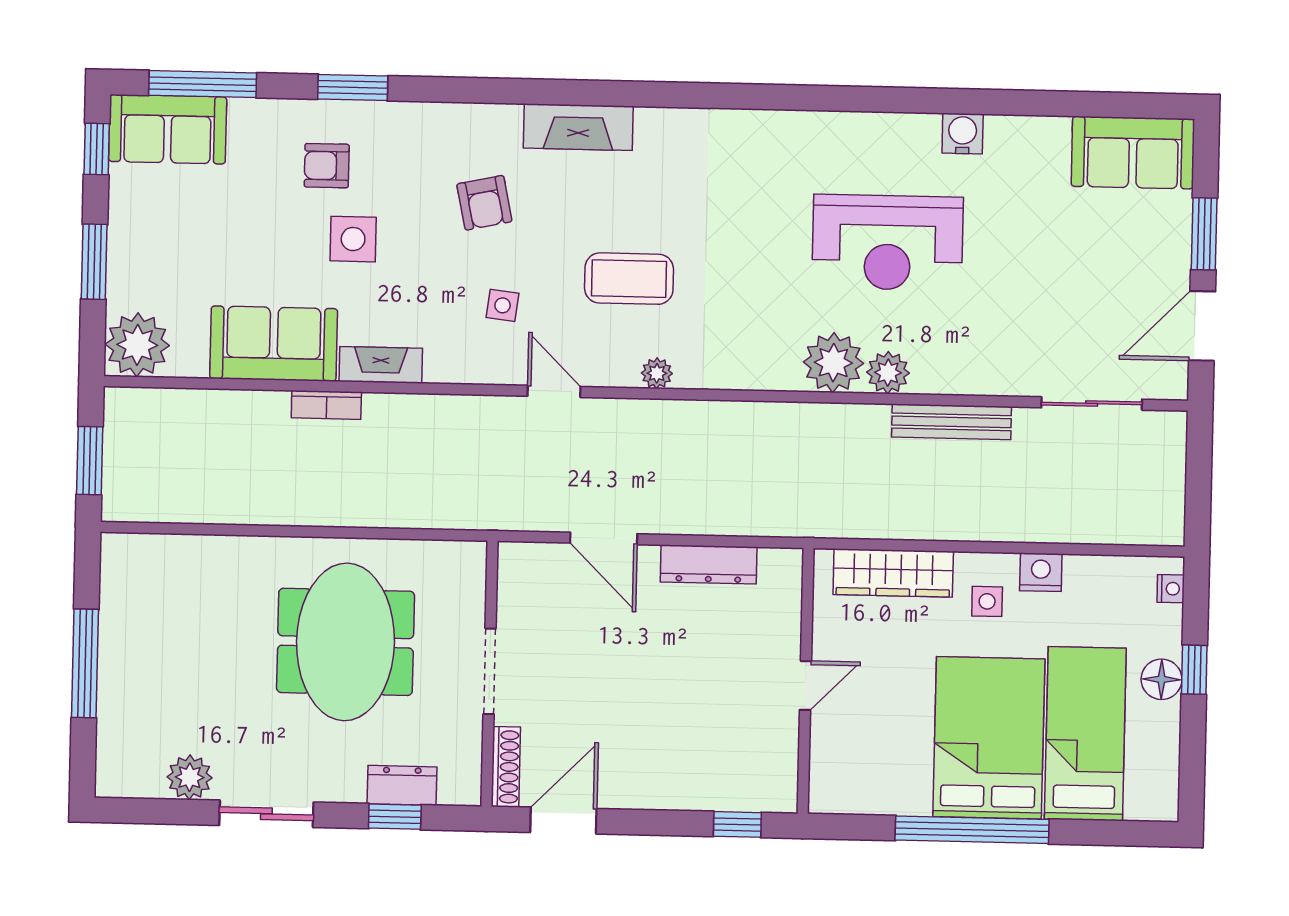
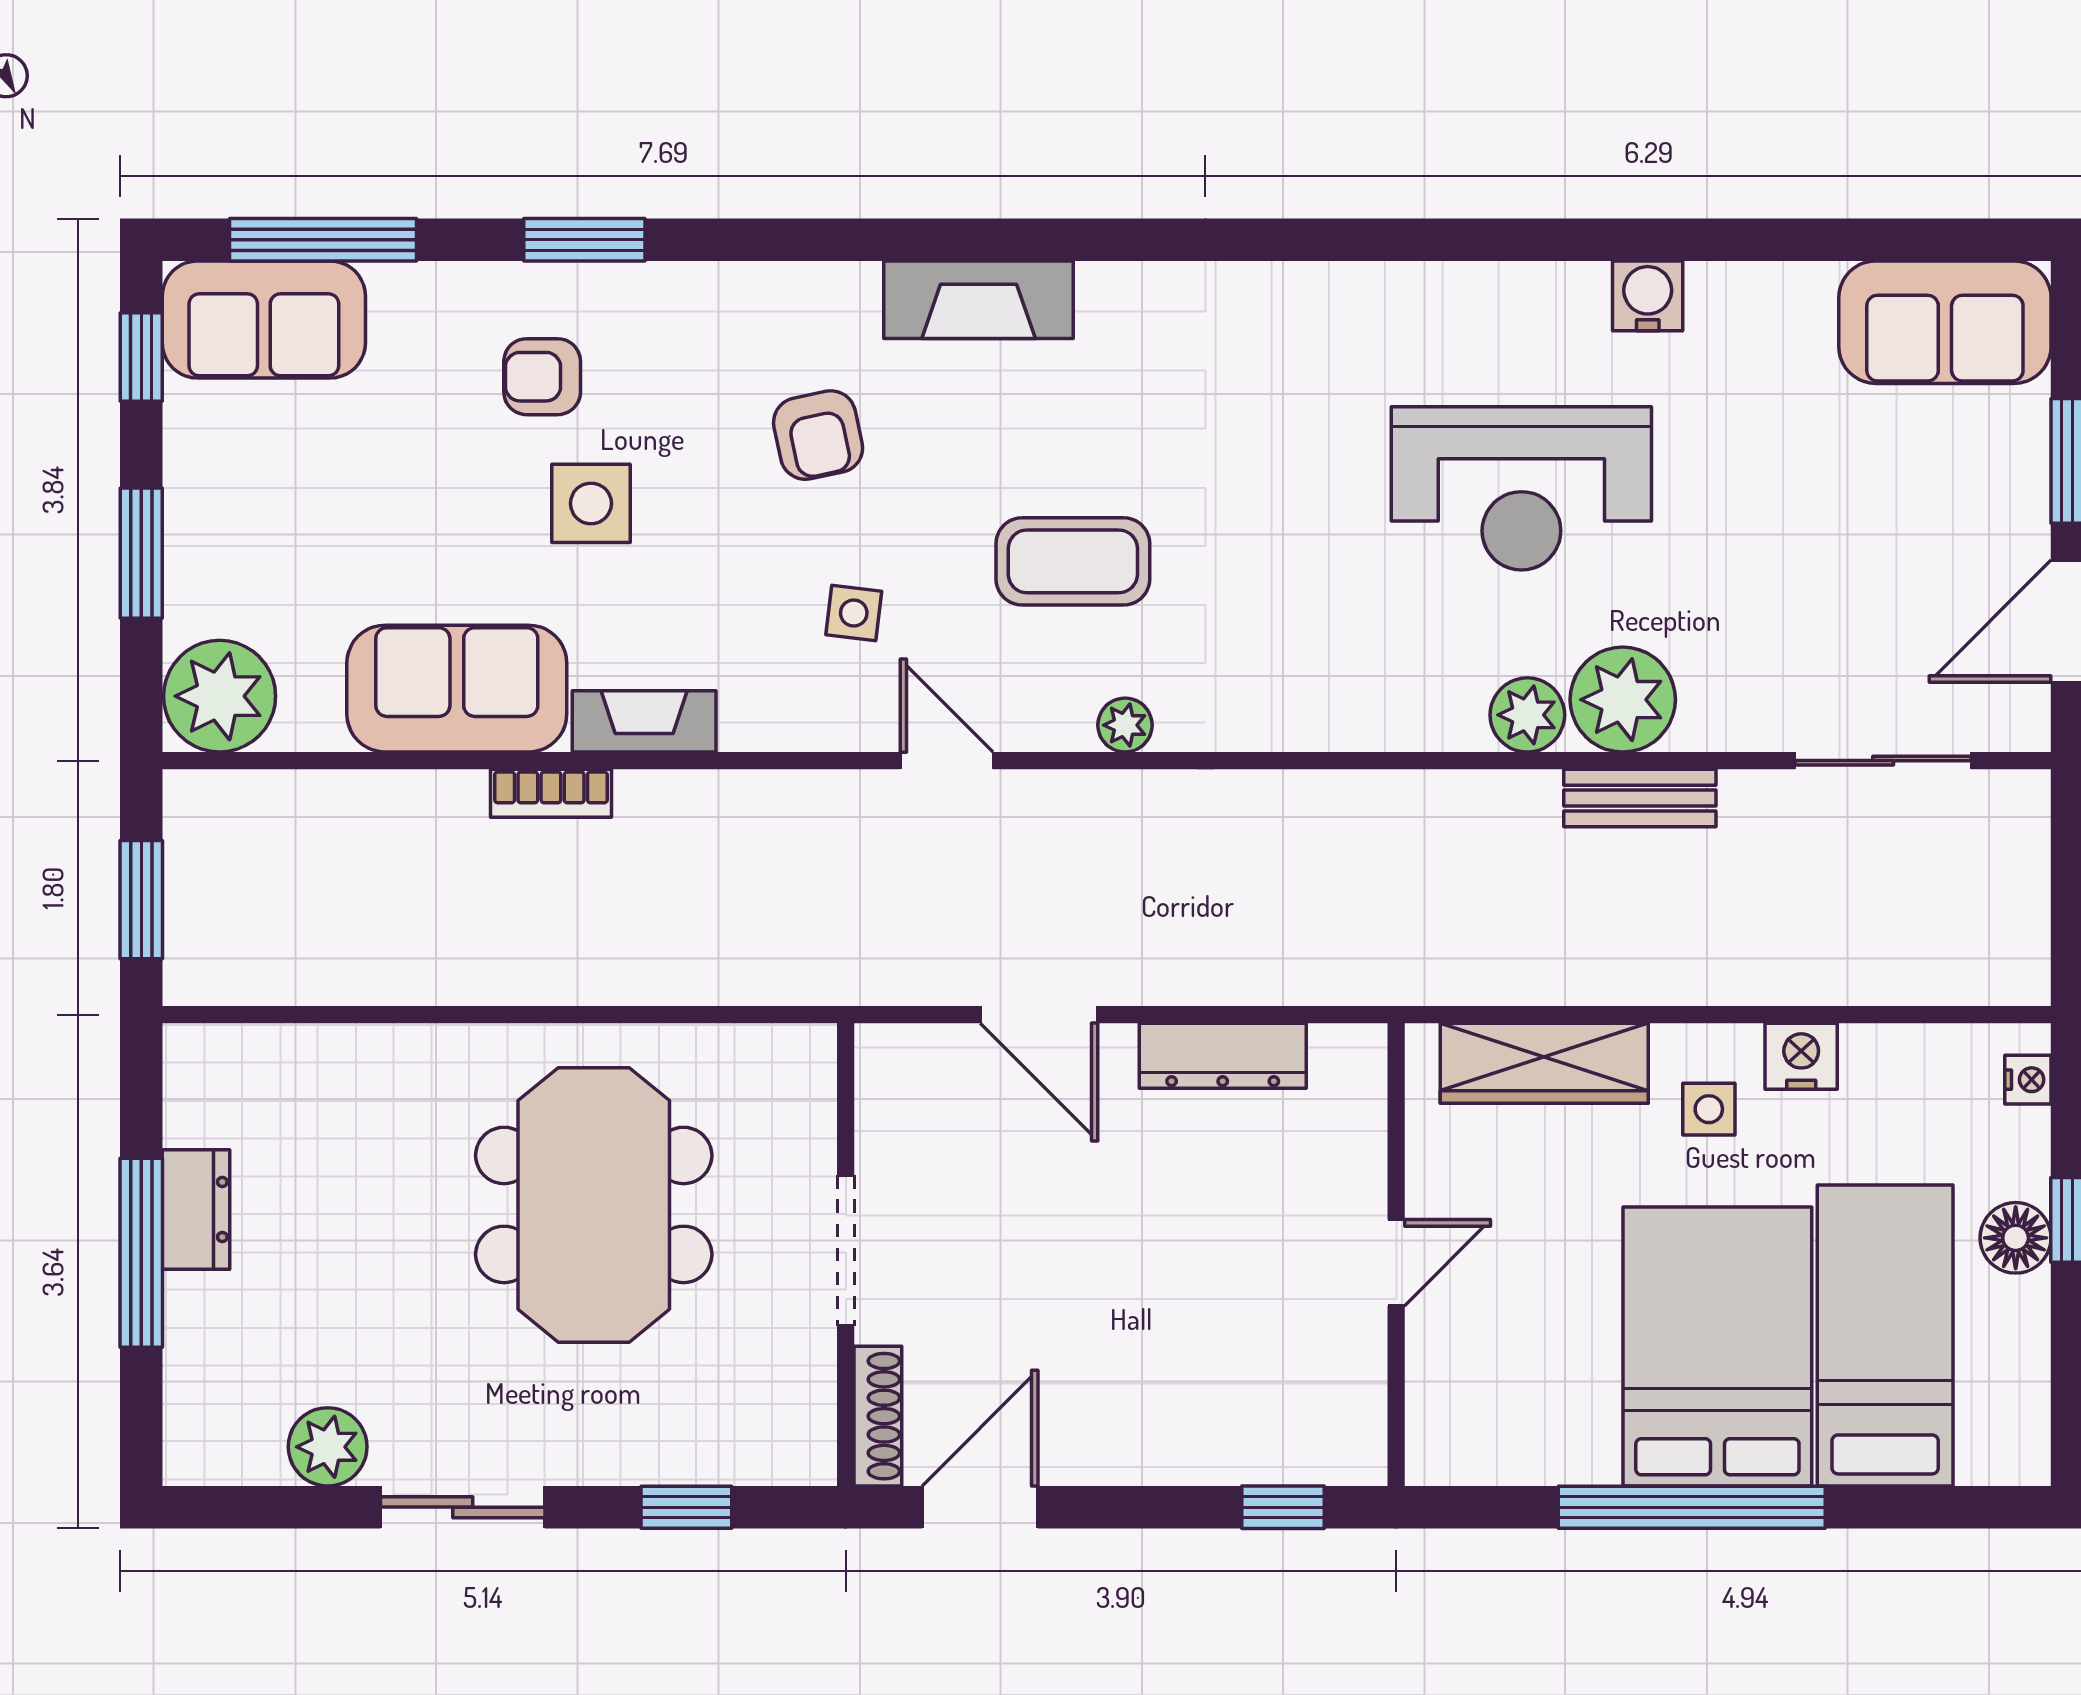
plant: (833, 363) -> (1623, 700), moved
bench: (952, 422) -> (1640, 798), width x0.73
dresser: (402, 785) -> (196, 1209), moved, turned 90

